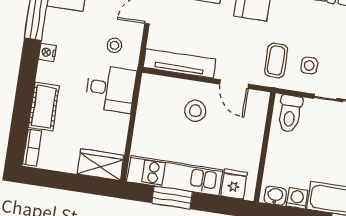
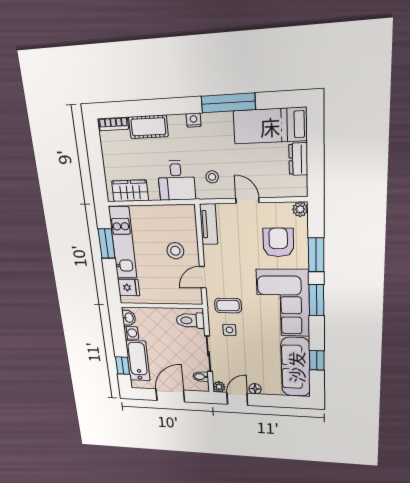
tv unit: (179, 63) -> (209, 224), width x0.71
wardrobe: (100, 165) -> (130, 191), moved, turned -90

